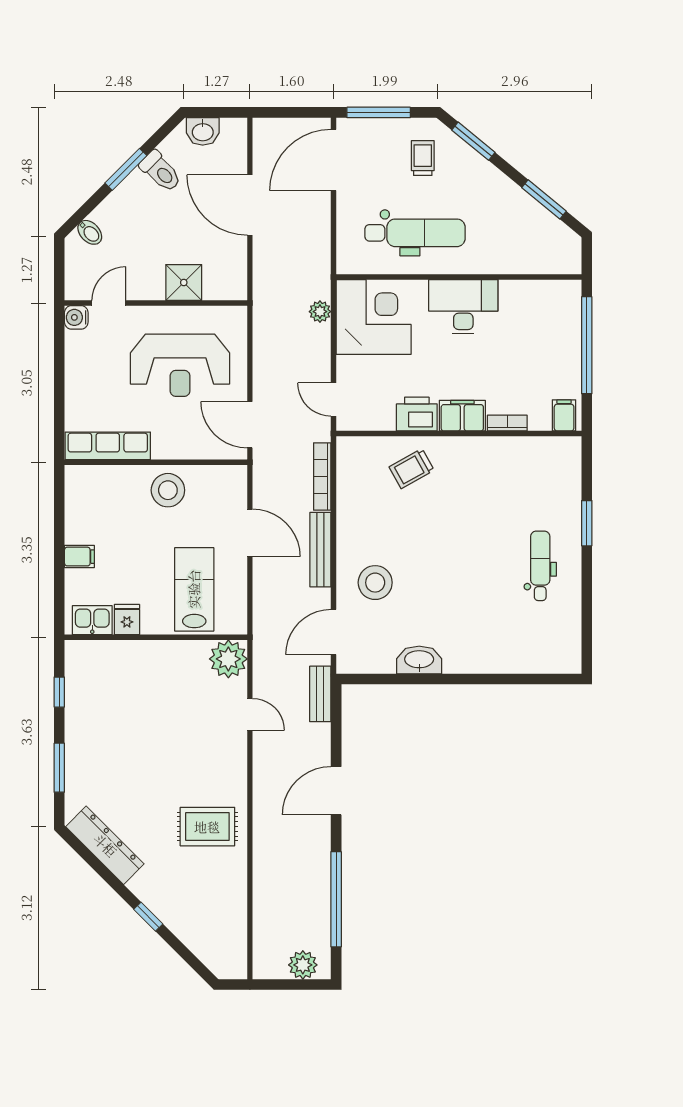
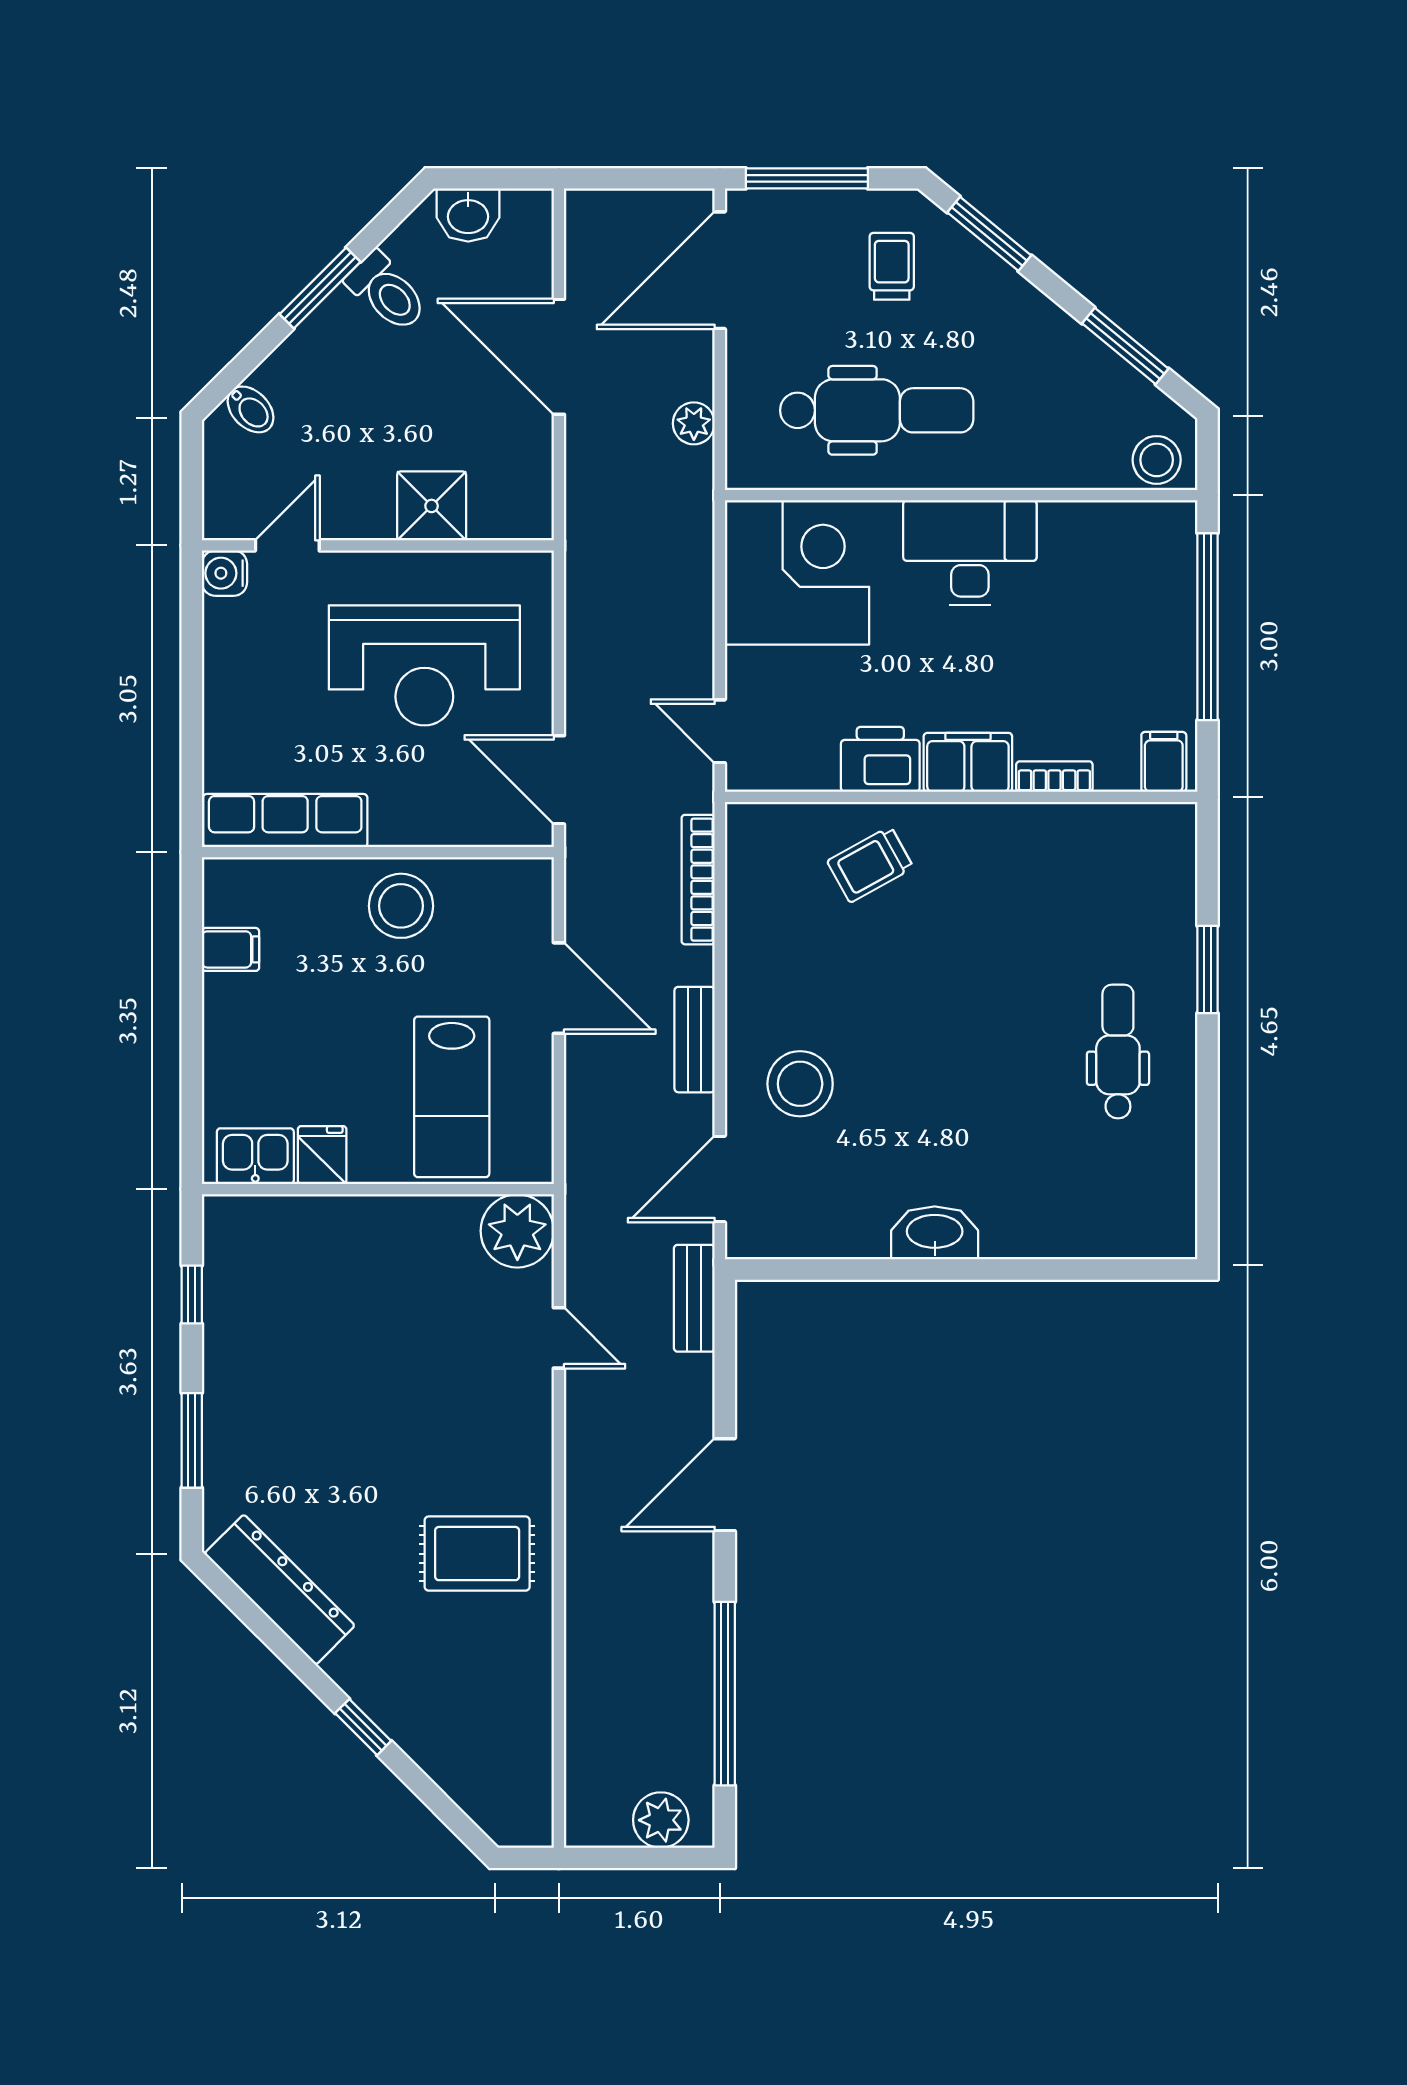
stool: (560, 259) -> (1157, 460), added
plant: (320, 312) -> (694, 423), moved
bench: (320, 550) -> (695, 1040), width x0.73
filing cabinet: (79, 557) -> (231, 949), moved
lab bench: (194, 589) -> (452, 1097), turned 180
washbasin: (419, 660) -> (935, 1233), moved

